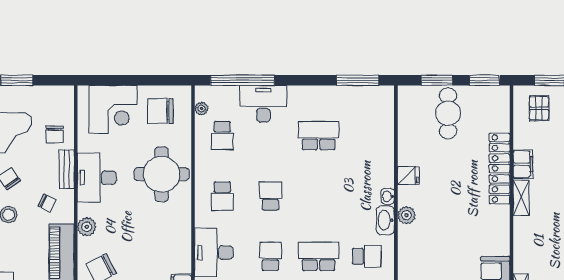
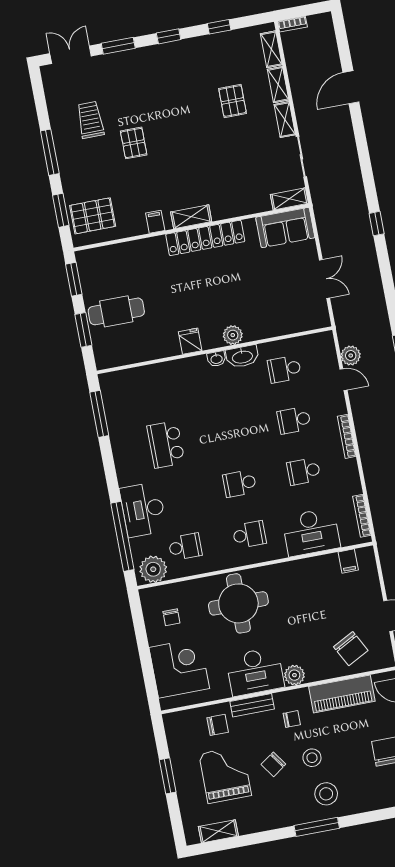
plant: (201, 108) -> (153, 569), width x1.87, depth x1.87
pallet: (539, 108) -> (93, 216), width x1.50, depth x1.42
chair: (160, 111) -> (171, 617), width x0.54, depth x0.54
filing cabinet: (523, 164) -> (155, 222), width x0.50
locker: (500, 168) -> (205, 238), moved
chair: (47, 203) -> (292, 719), turned 65
plant: (87, 227) -> (294, 675), moved
school desk: (319, 256) -> (294, 420), width x0.54
school desk: (367, 256) -> (284, 369), turned -90

